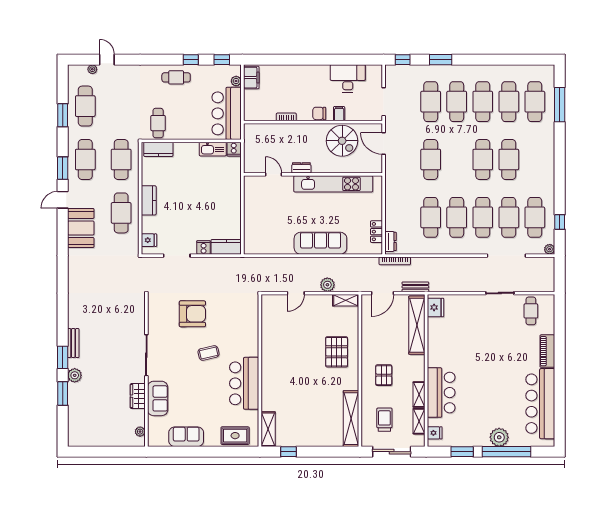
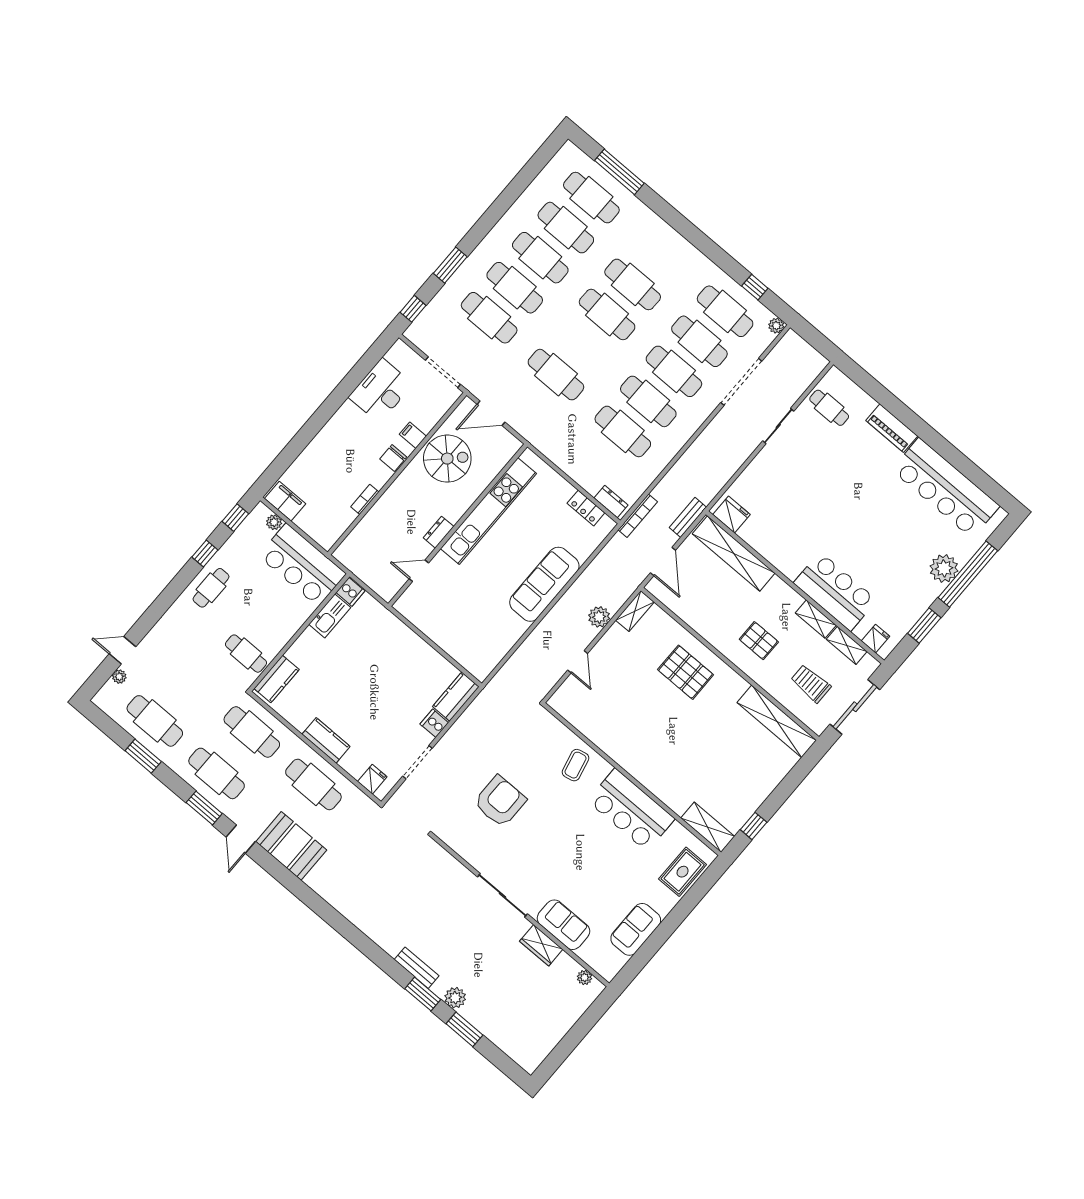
coffee table: (209, 353) -> (575, 765), moved

